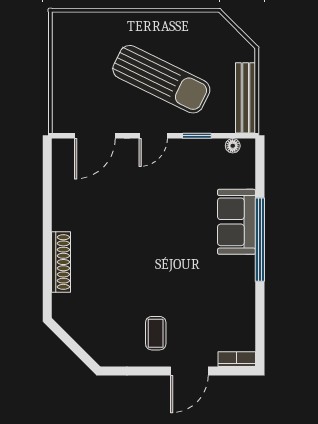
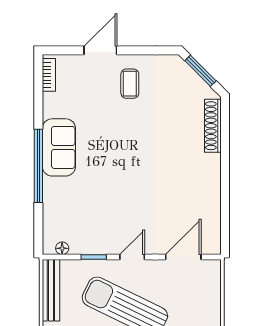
sofa: (236, 222) -> (59, 147), moved
shoe rack: (61, 262) -> (213, 126), moved
window: (75, 348) -> (200, 71), added
bookcase: (237, 359) -> (49, 75), moved, turned -90

